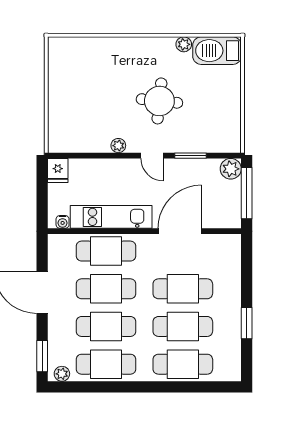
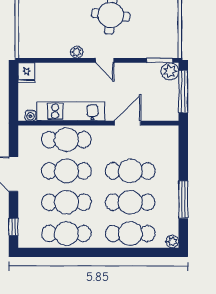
window: (191, 156) -> (160, 60), moved
door: (180, 231) -> (128, 123), width x0.73
window: (247, 323) -> (183, 199), width x1.44
window: (42, 356) -> (13, 227), width x0.67
plant: (62, 374) -> (172, 241), moved

